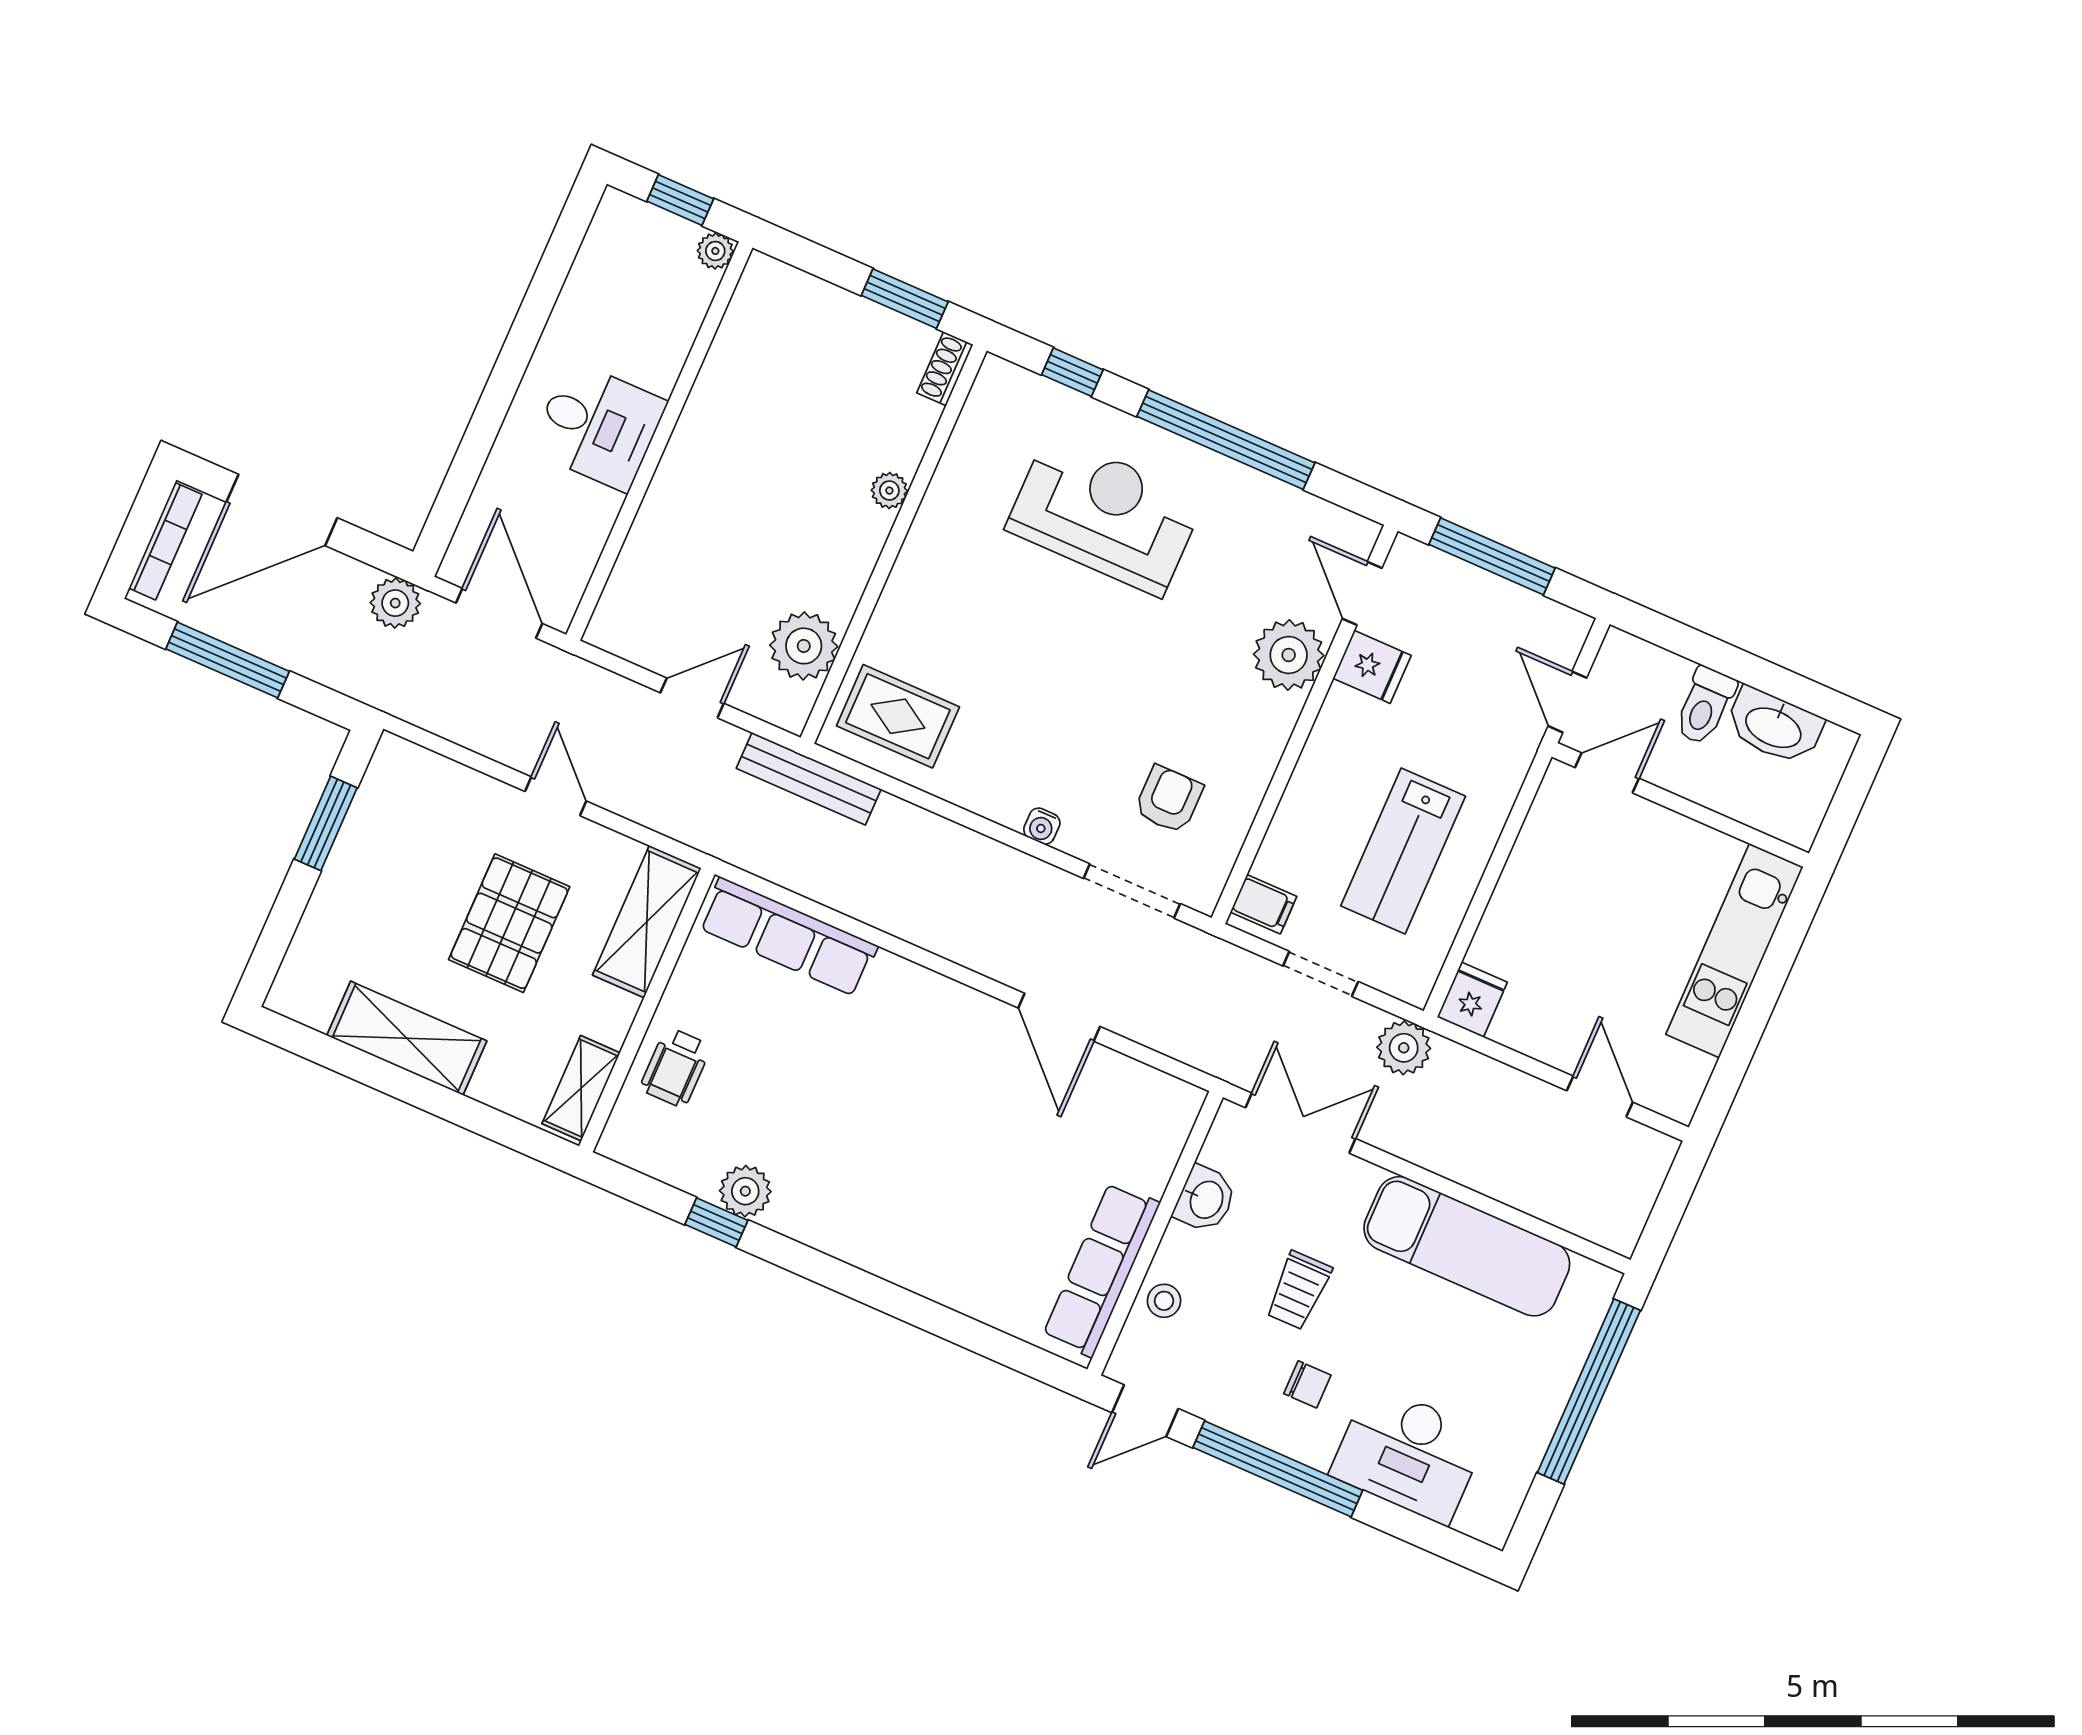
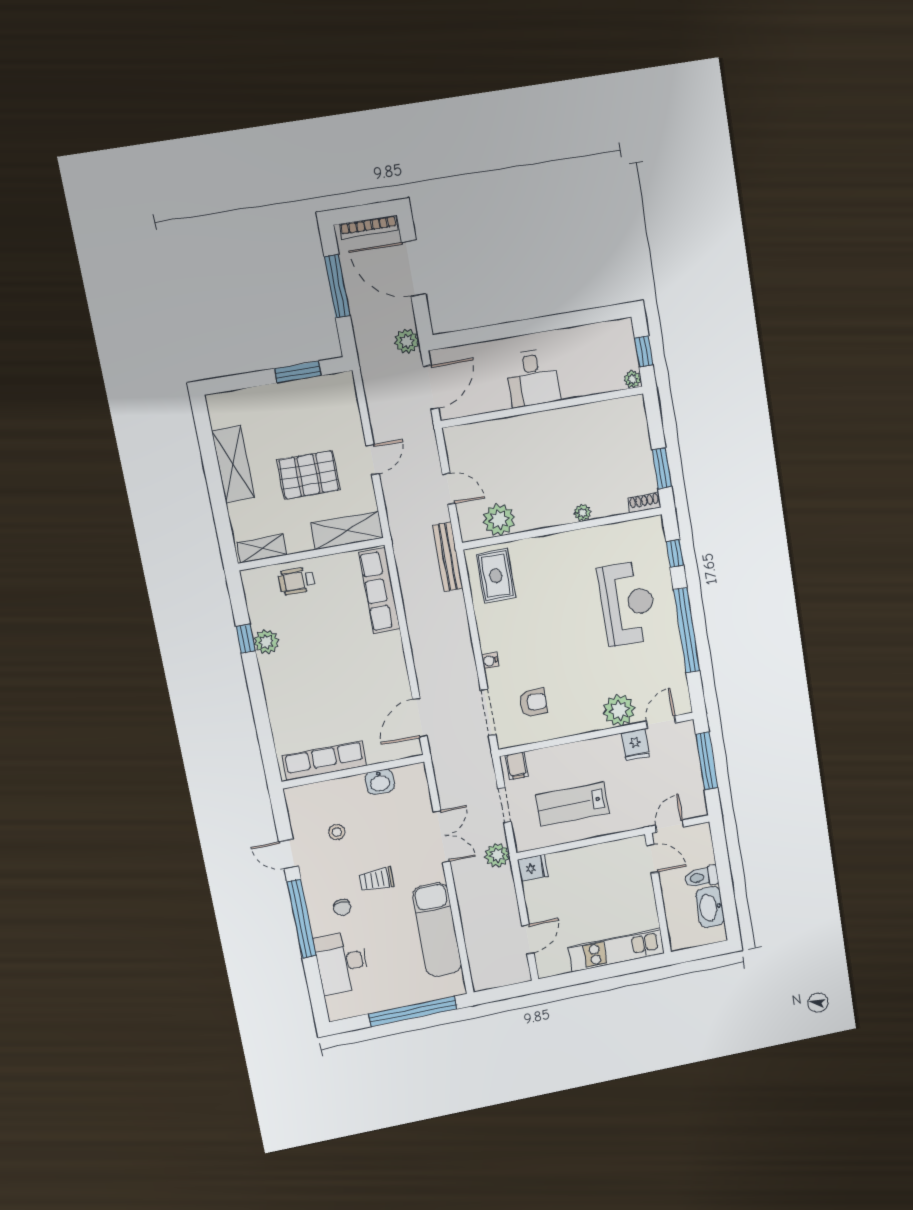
washbasin: (1205, 1199) -> (380, 782), moved
wall: (1155, 1233) -> (353, 772), moved
row of seats: (1101, 1269) -> (324, 761), moved

